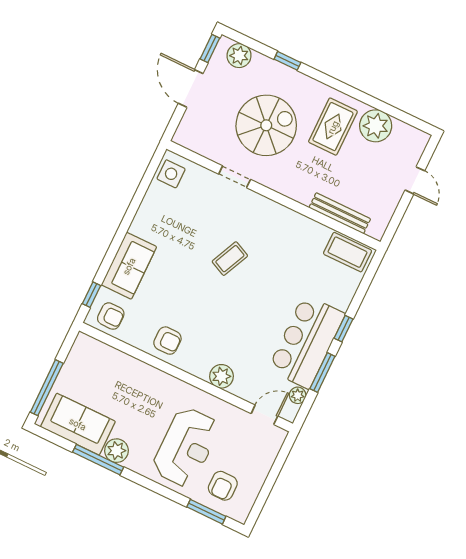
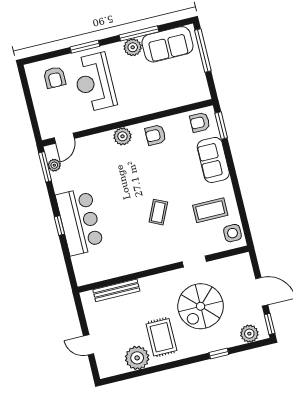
coffee table: (348, 252) -> (210, 210), moved
window: (91, 295) -> (221, 126), width x1.50
bar counter: (307, 342) -> (80, 222), moved
window: (322, 372) -> (45, 167), moved
plant: (222, 376) -> (122, 136), moved
armchair: (223, 486) -> (55, 77), turned 180
window: (206, 512) -> (85, 47), moved

